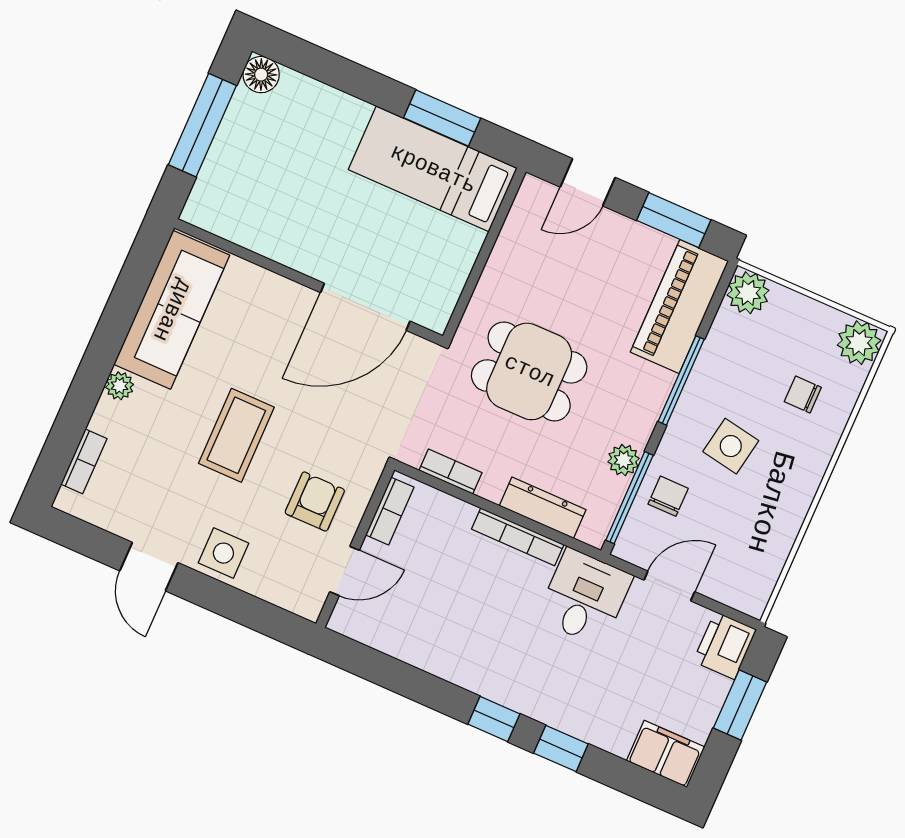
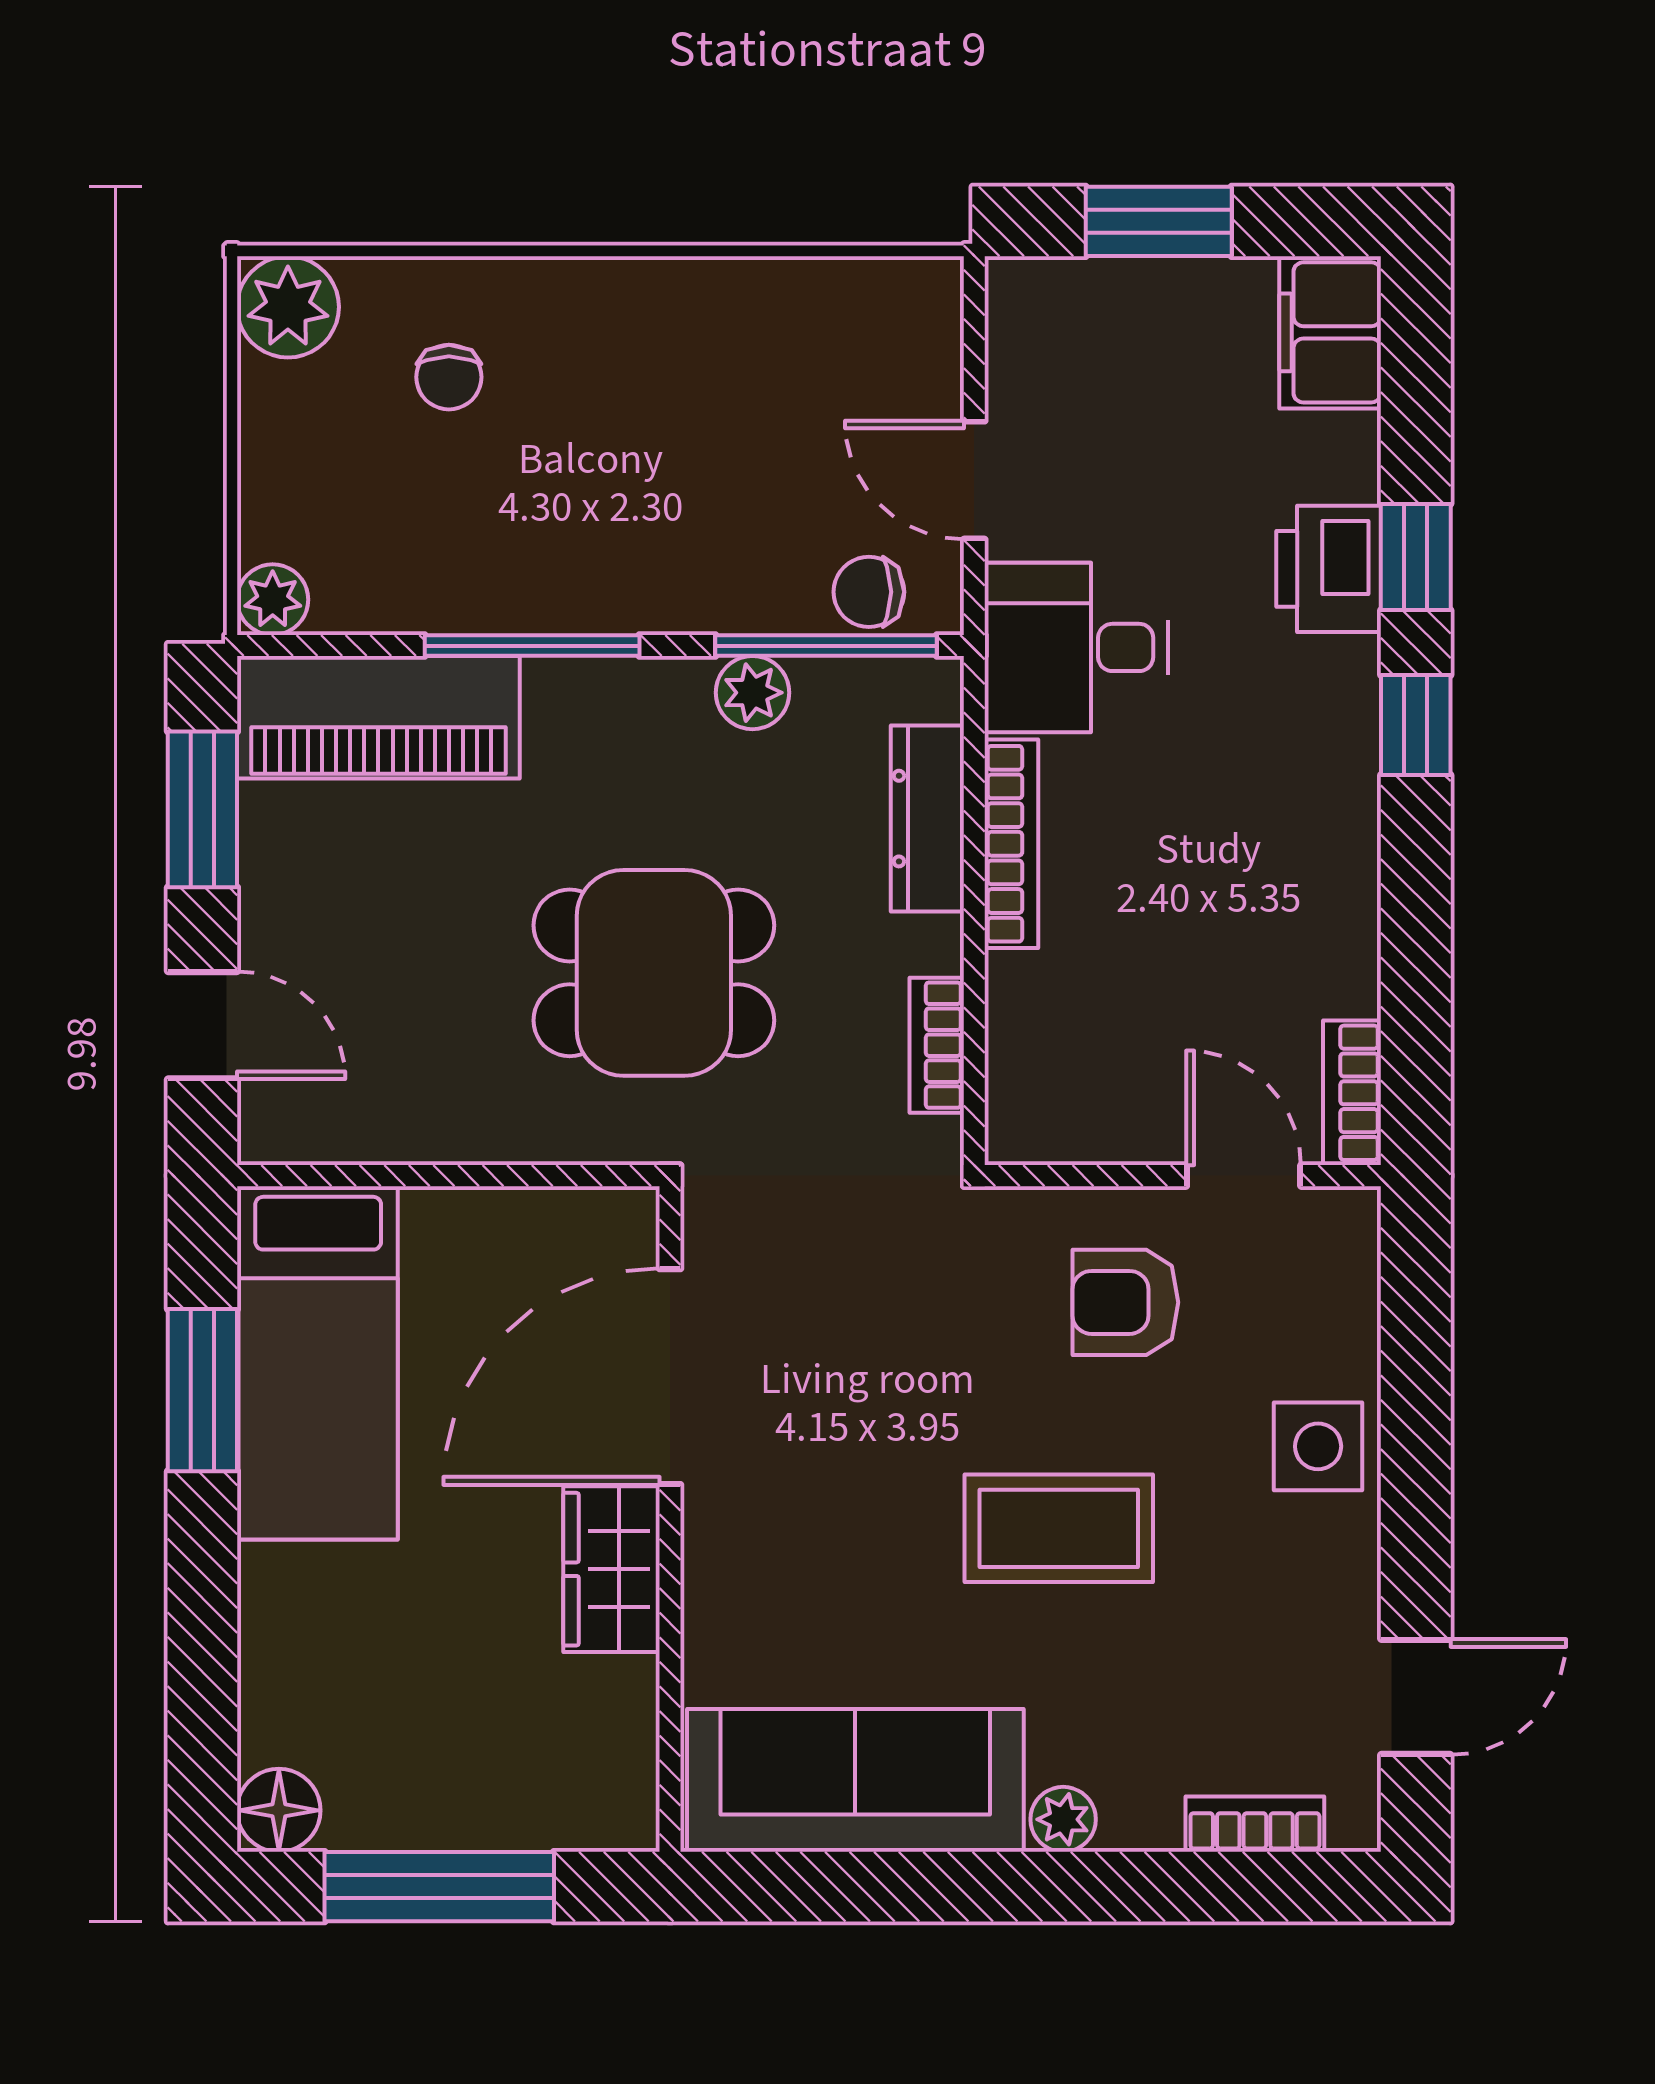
wardrobe: (299, 250) -> (611, 1569), added
plant: (748, 293) -> (273, 600), width x0.73, depth x0.73
door: (365, 307) -> (670, 1377), swing flipped
dining table: (529, 371) -> (654, 973), turned 90
side table: (731, 446) -> (624, 481), removed
chair: (668, 496) -> (869, 592), moved
bookcase: (390, 511) -> (1352, 1093), moved, turned -90
door: (149, 567) -> (1416, 1697), moved
printer: (725, 646) -> (1329, 569), moved, turned 90

